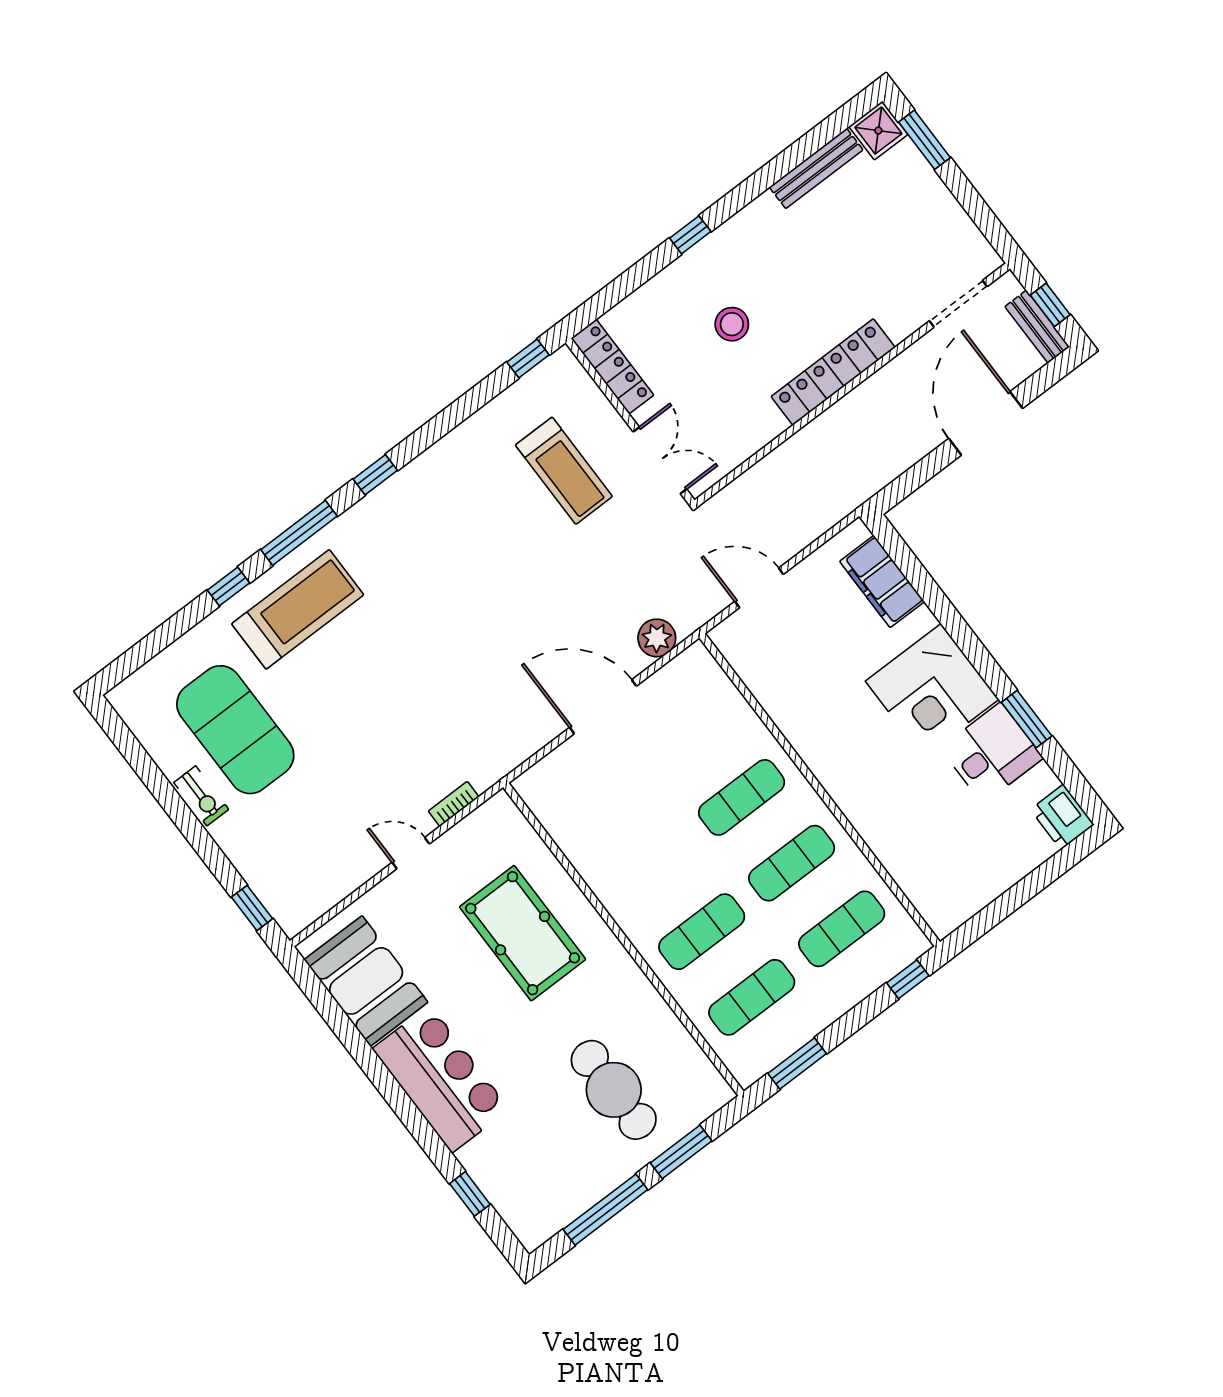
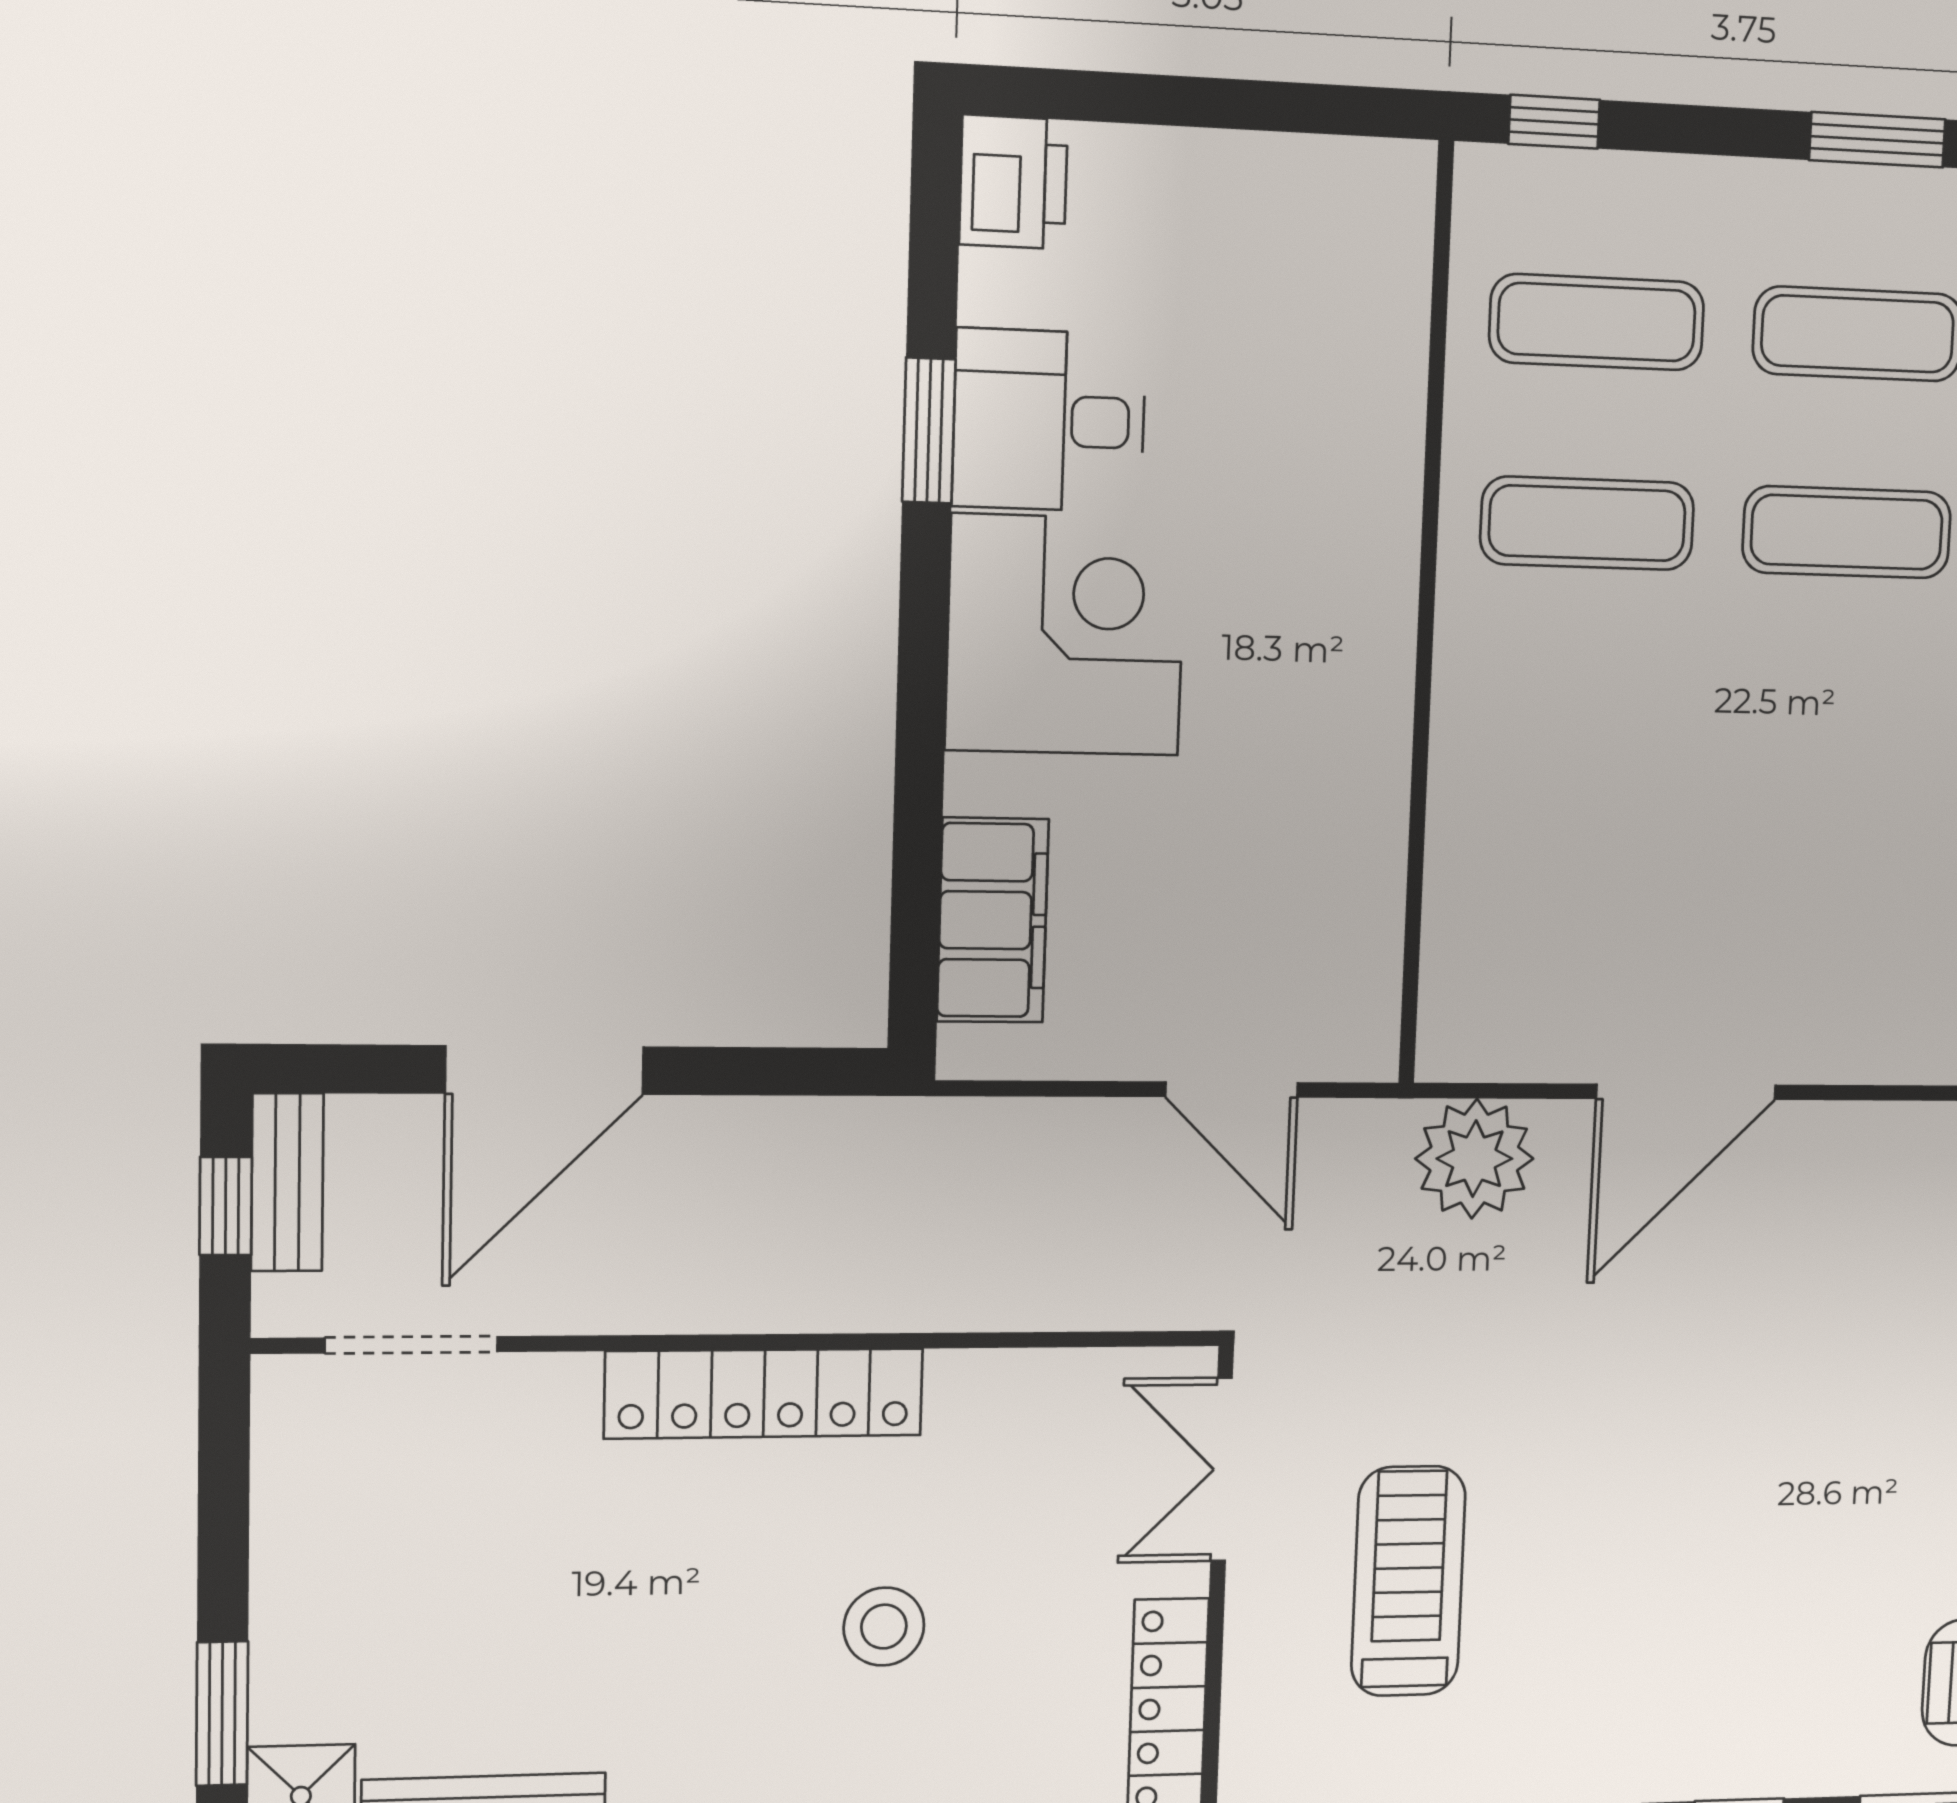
plant: (657, 638) -> (1474, 1159), width x1.36, depth x1.36
door: (603, 707) -> (1686, 1092), hinge flipped
exercise mat: (742, 797) -> (1578, 722), removed

